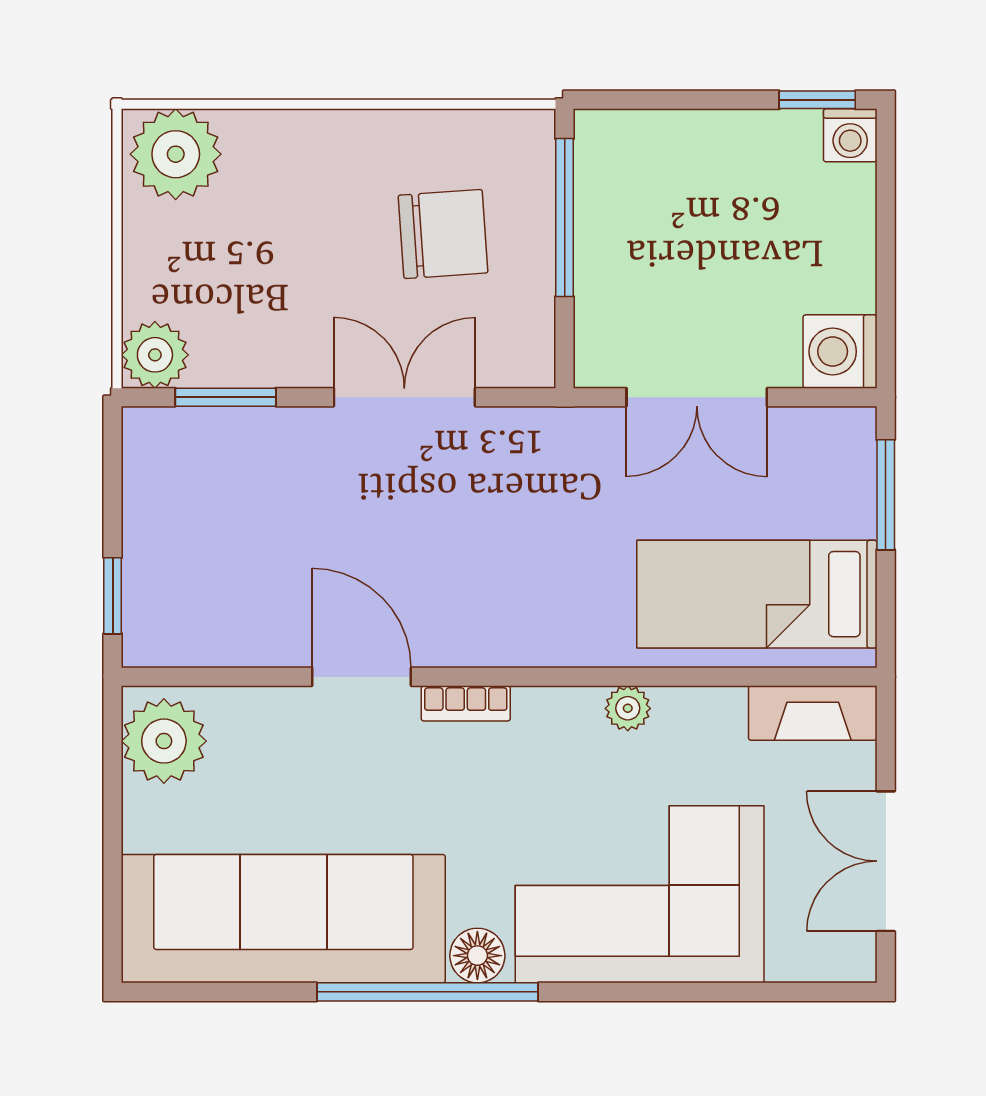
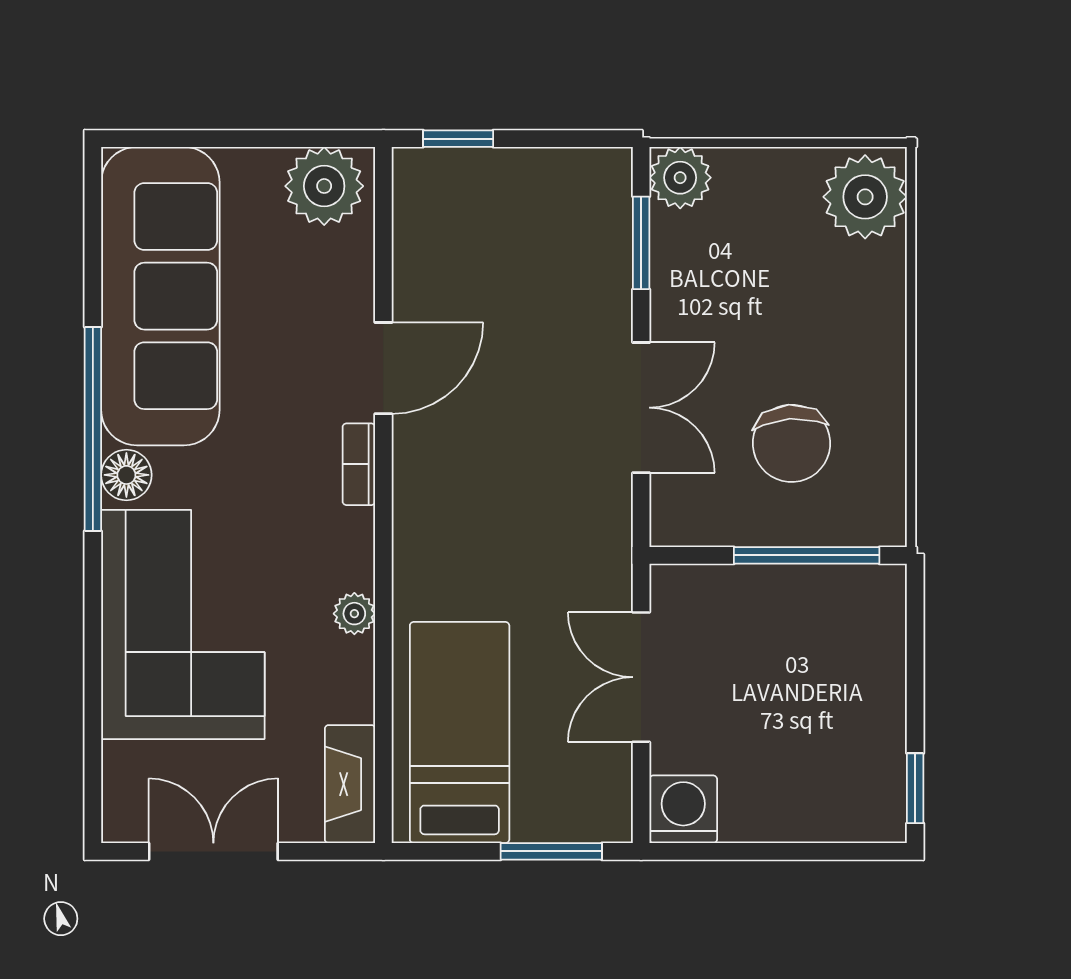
washing machine: (850, 135) -> (882, 819), removed

